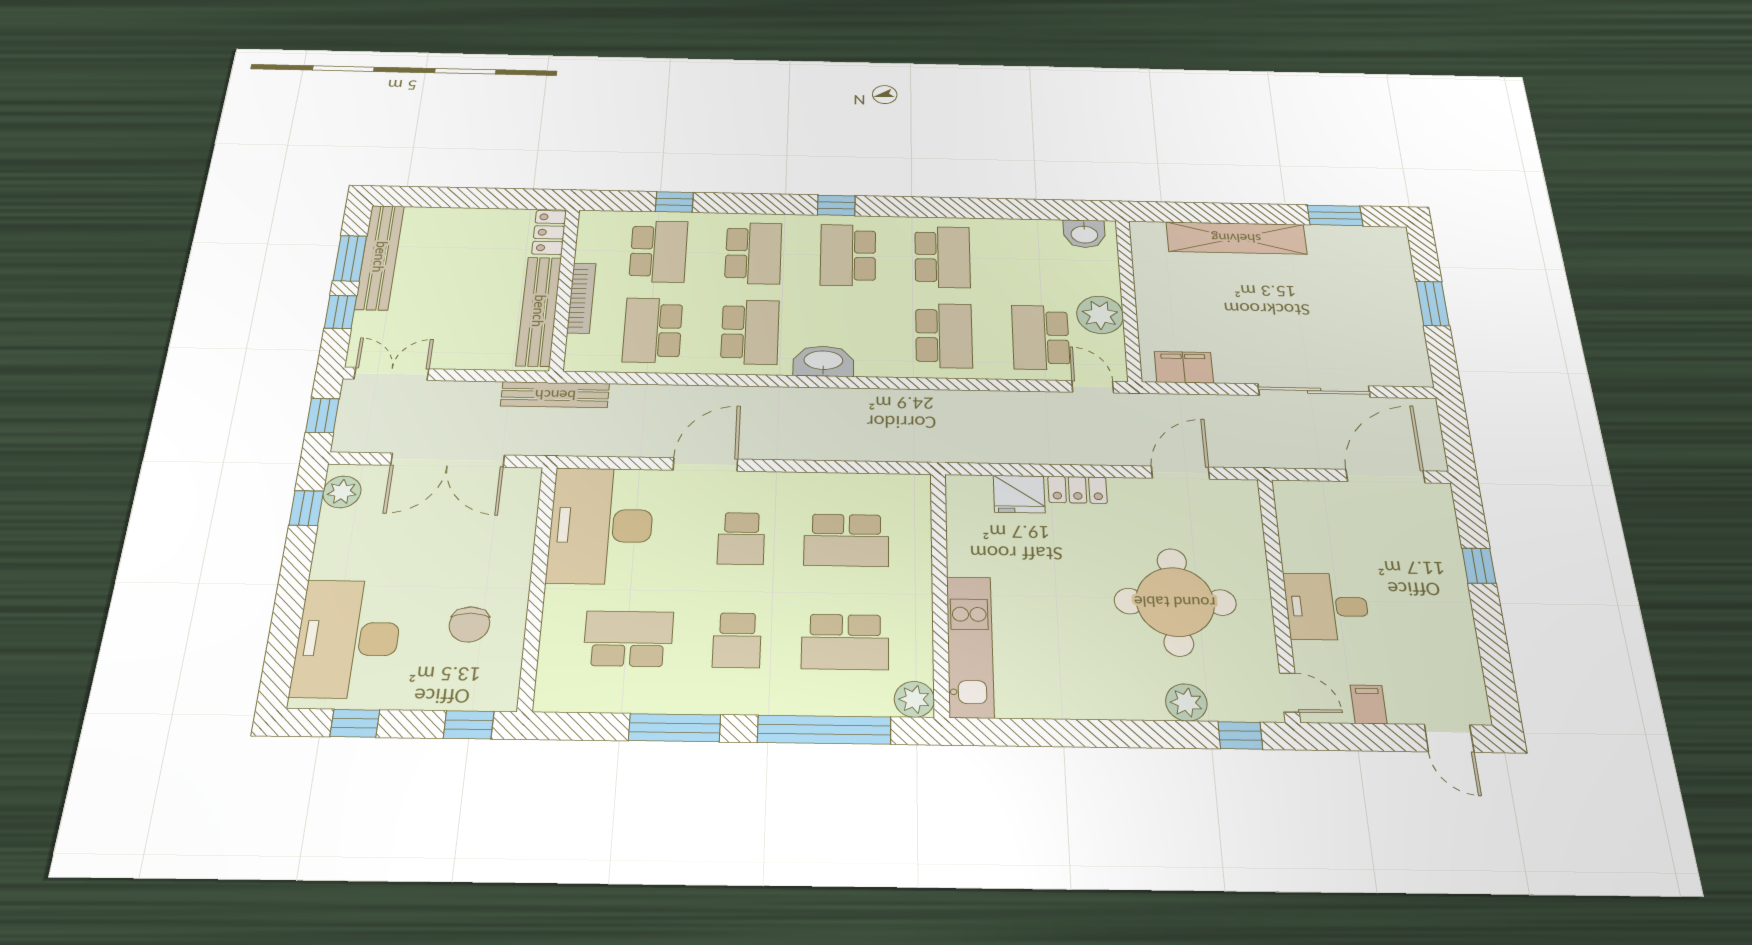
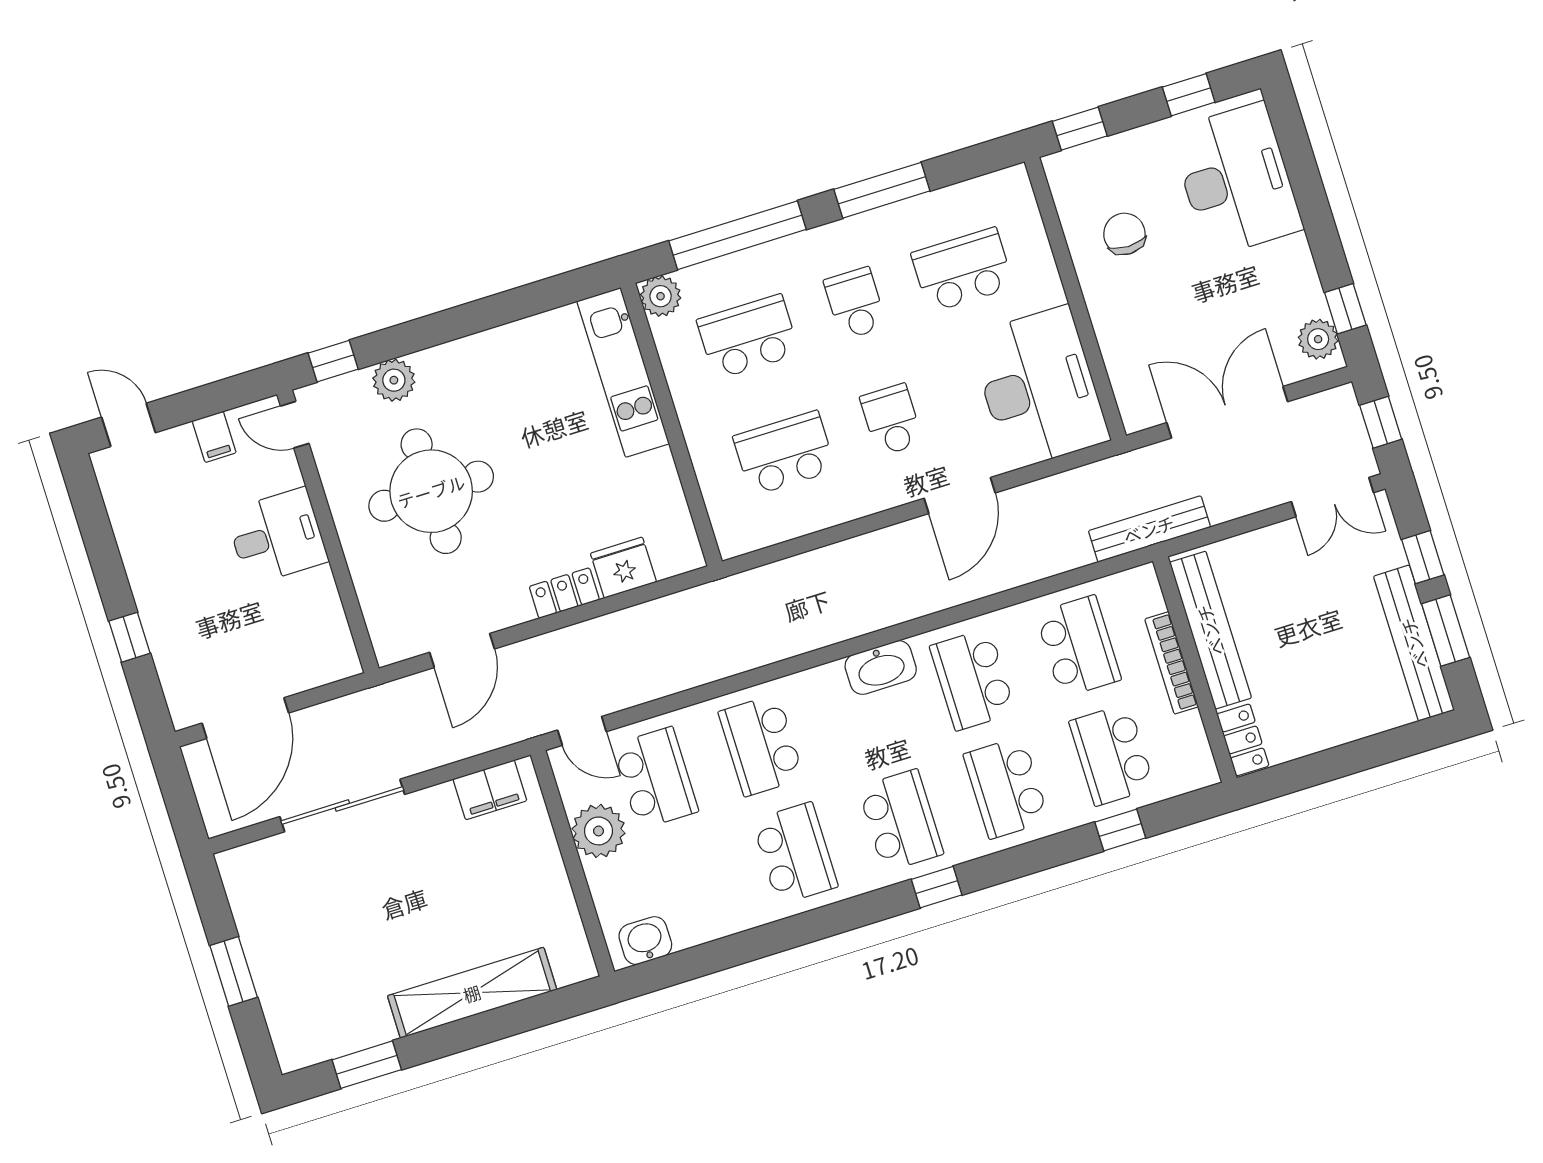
school desk: (942, 257) -> (795, 853), turned 180
school desk: (628, 639) -> (962, 270), turned 180

